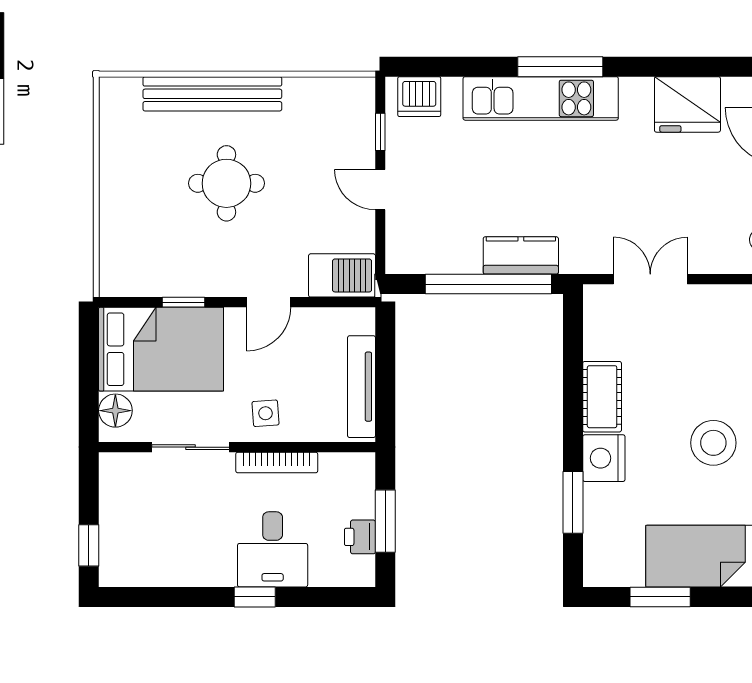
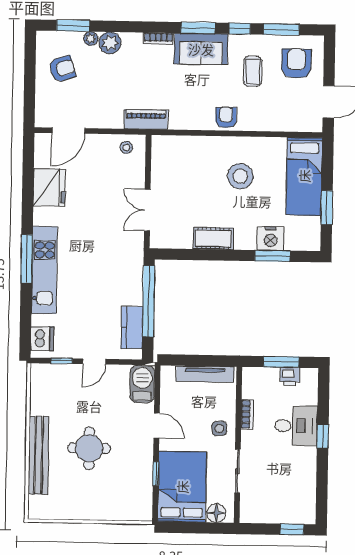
kitchen counter: (521, 255) -> (132, 328), moved
nightstand: (604, 458) -> (271, 238), moved
bookcase: (277, 462) -> (247, 414), width x0.64

